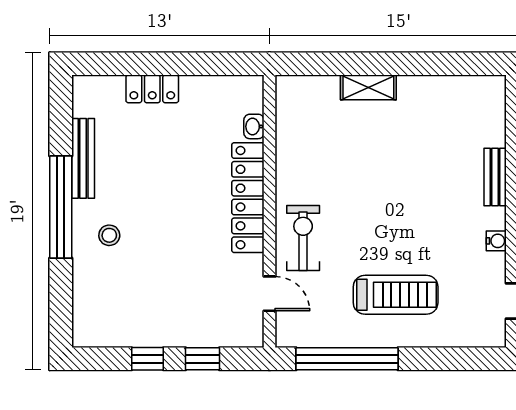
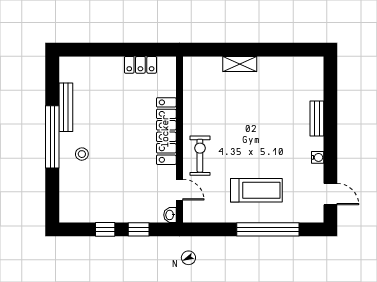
locker: (152, 89) -> (140, 65), moved
washbasin: (254, 126) -> (170, 215), moved
window: (347, 359) -> (268, 229), moved

